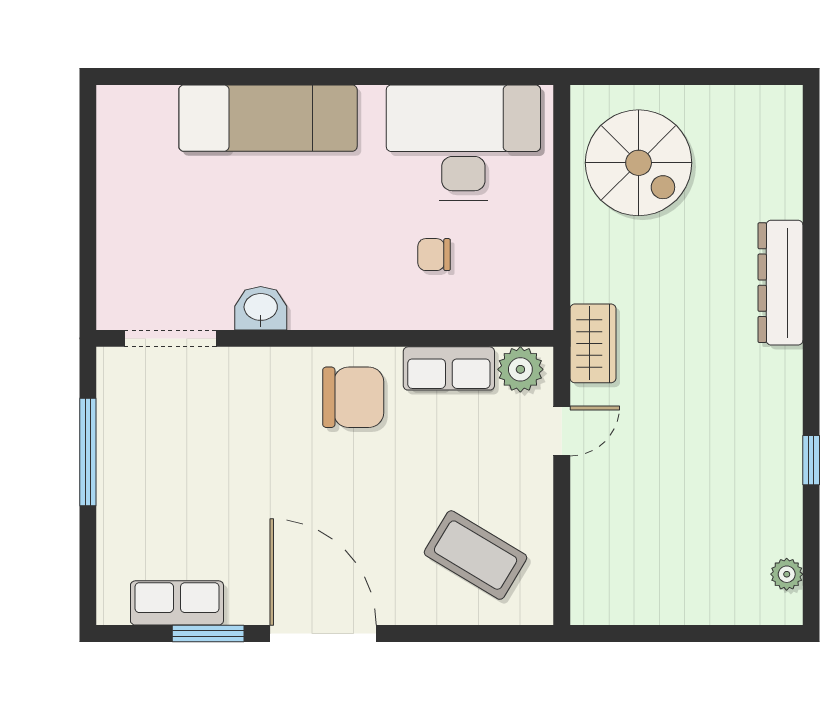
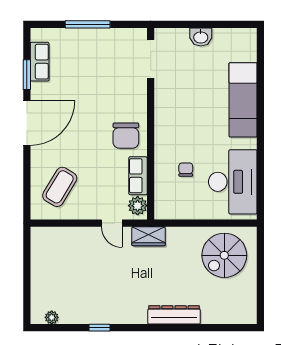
washbasin: (261, 308) -> (201, 37), moved, turned 90
window: (88, 452) -> (88, 24), moved

